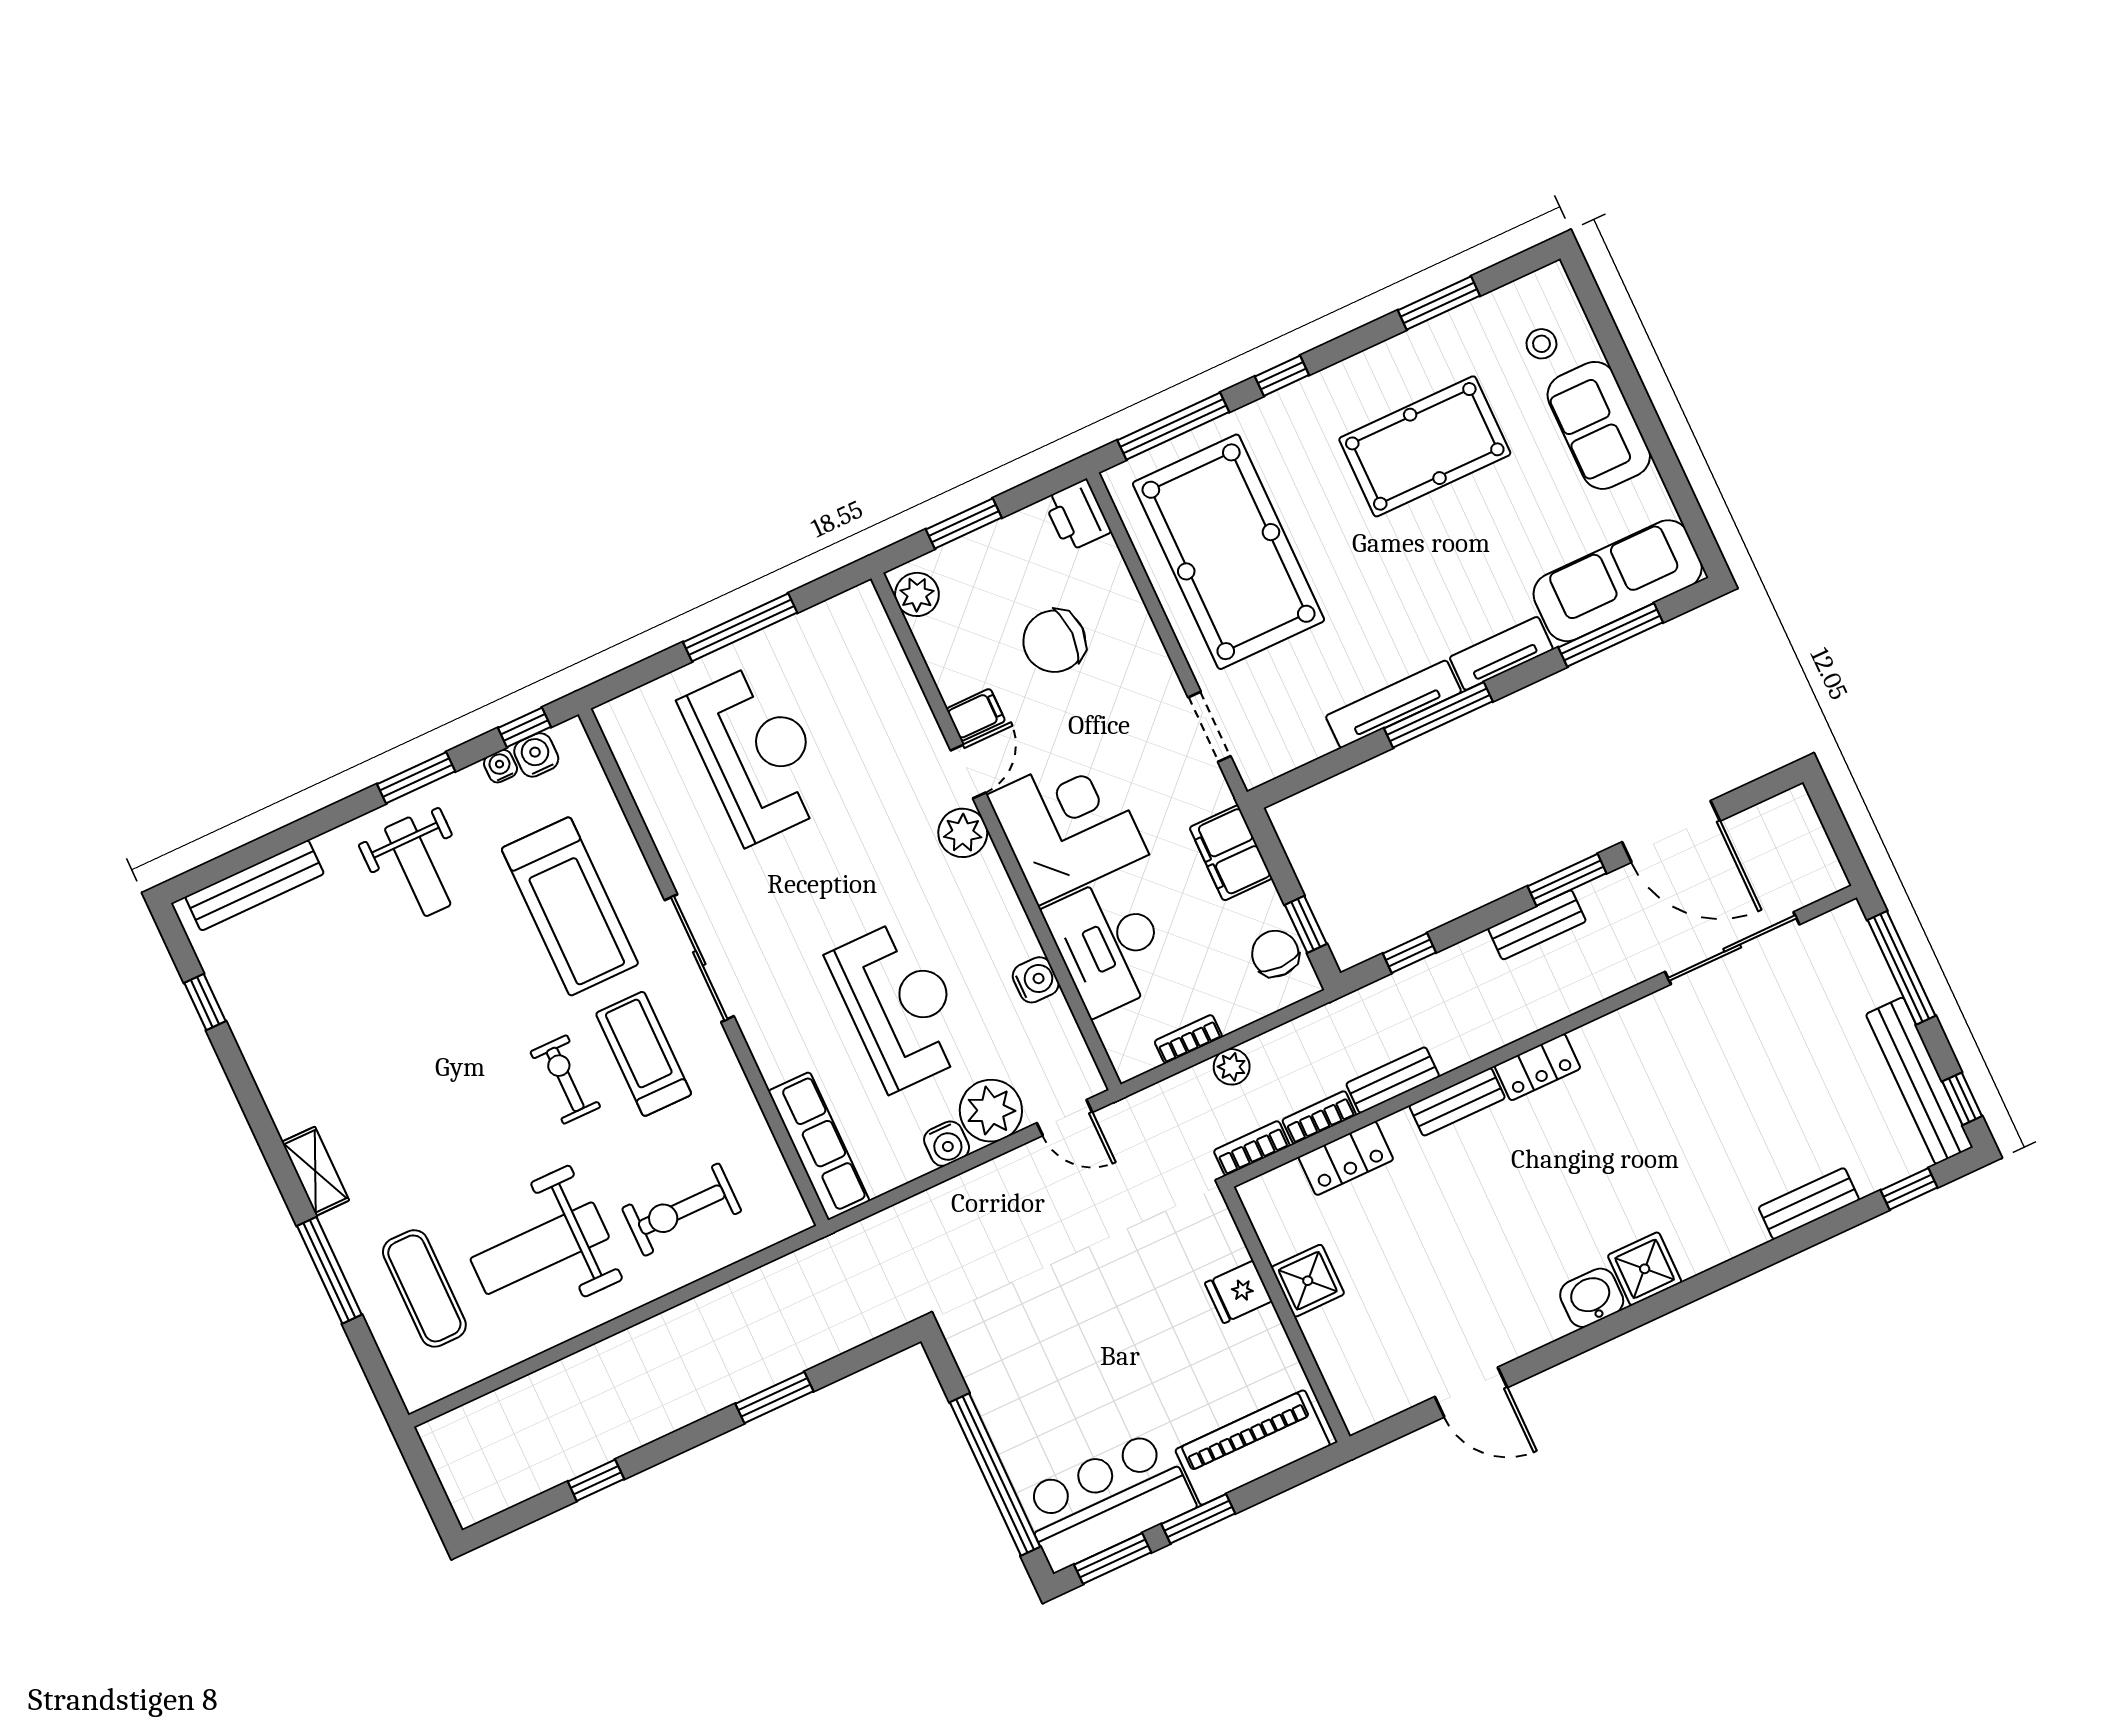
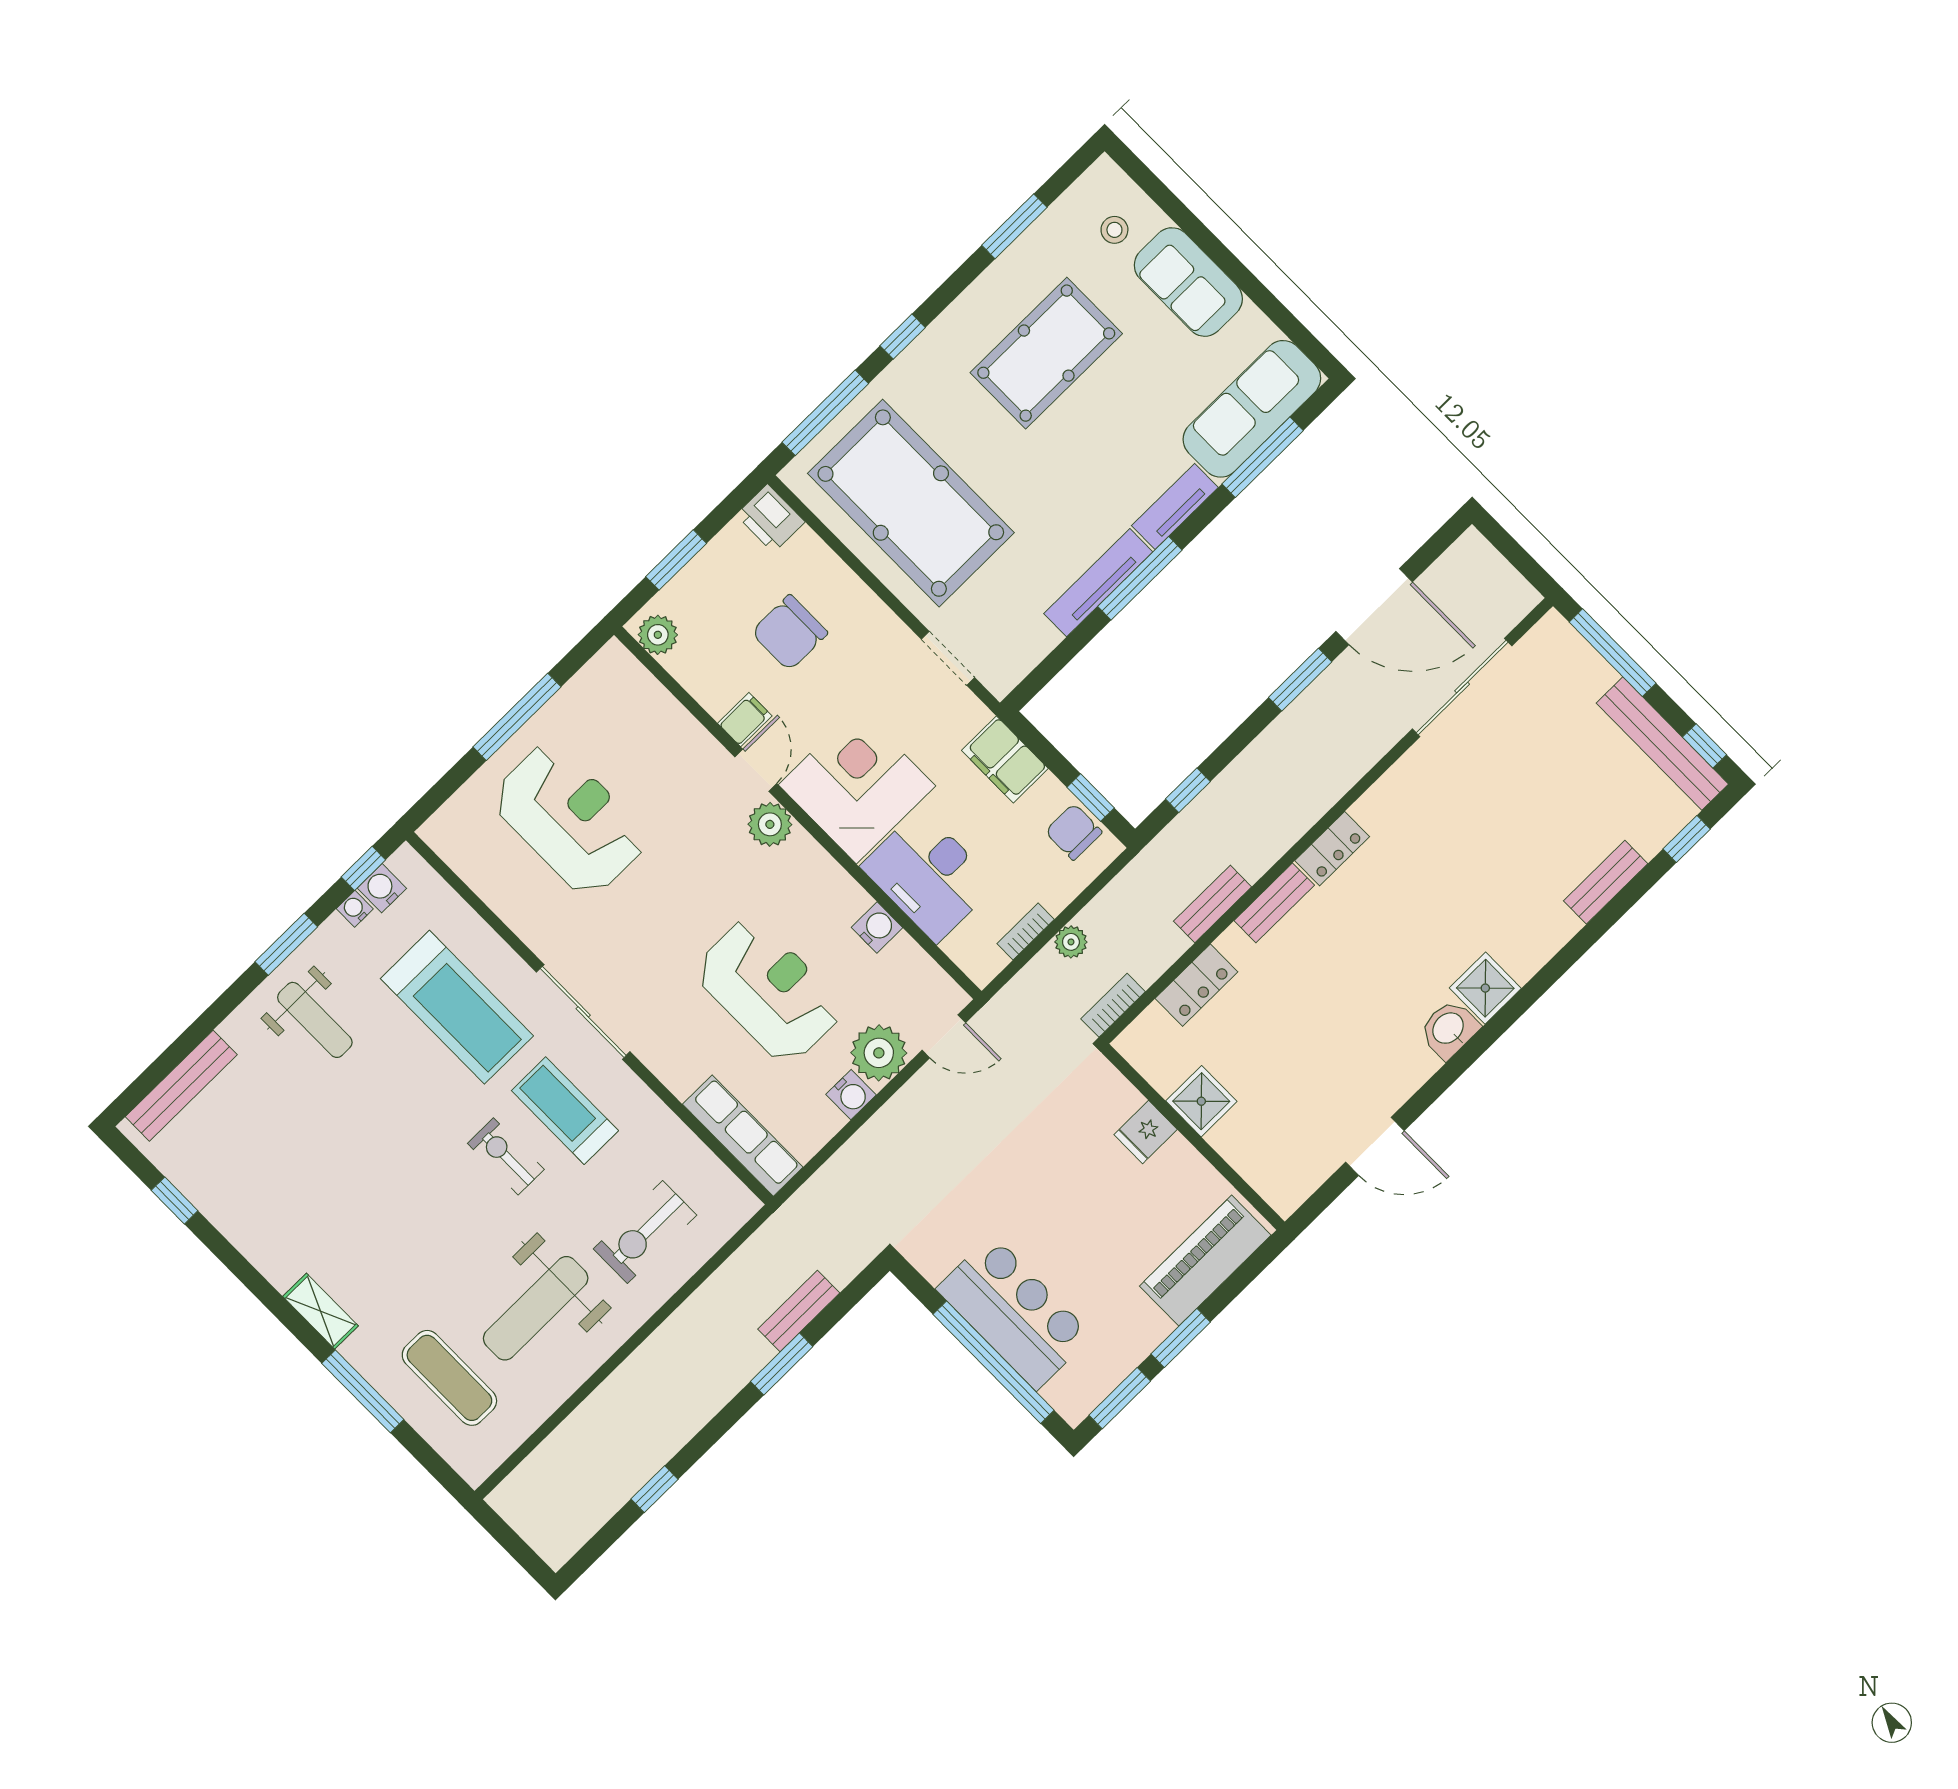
bench: (1537, 925) -> (799, 1311), moved
bookcase: (1319, 1117) -> (1161, 958), removed
bar counter: (1107, 1501) -> (1014, 1312), moved, turned 90

